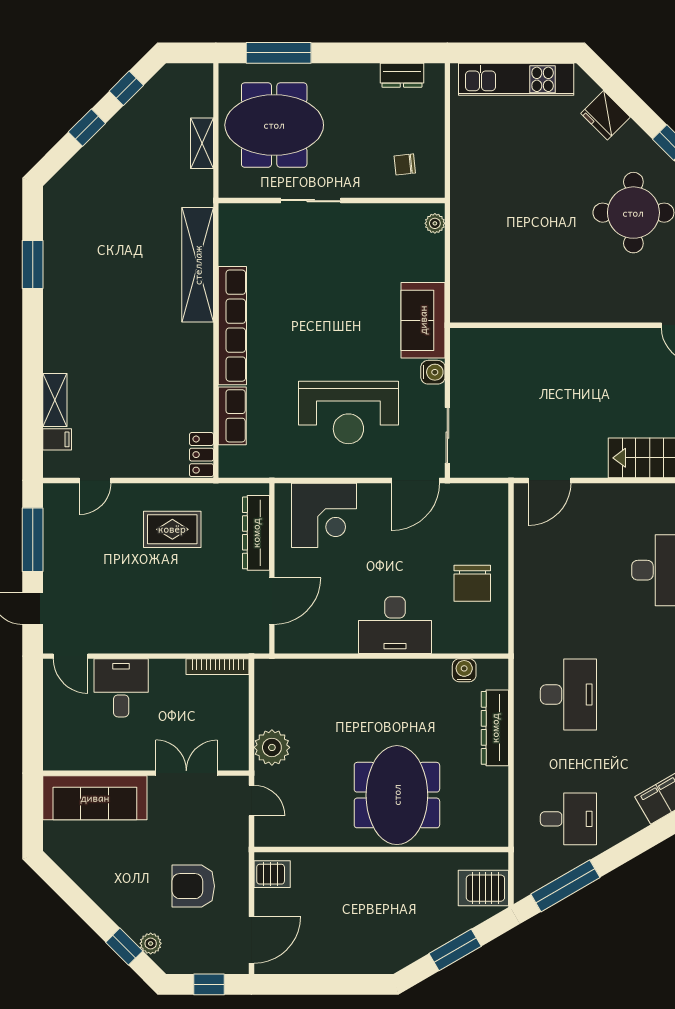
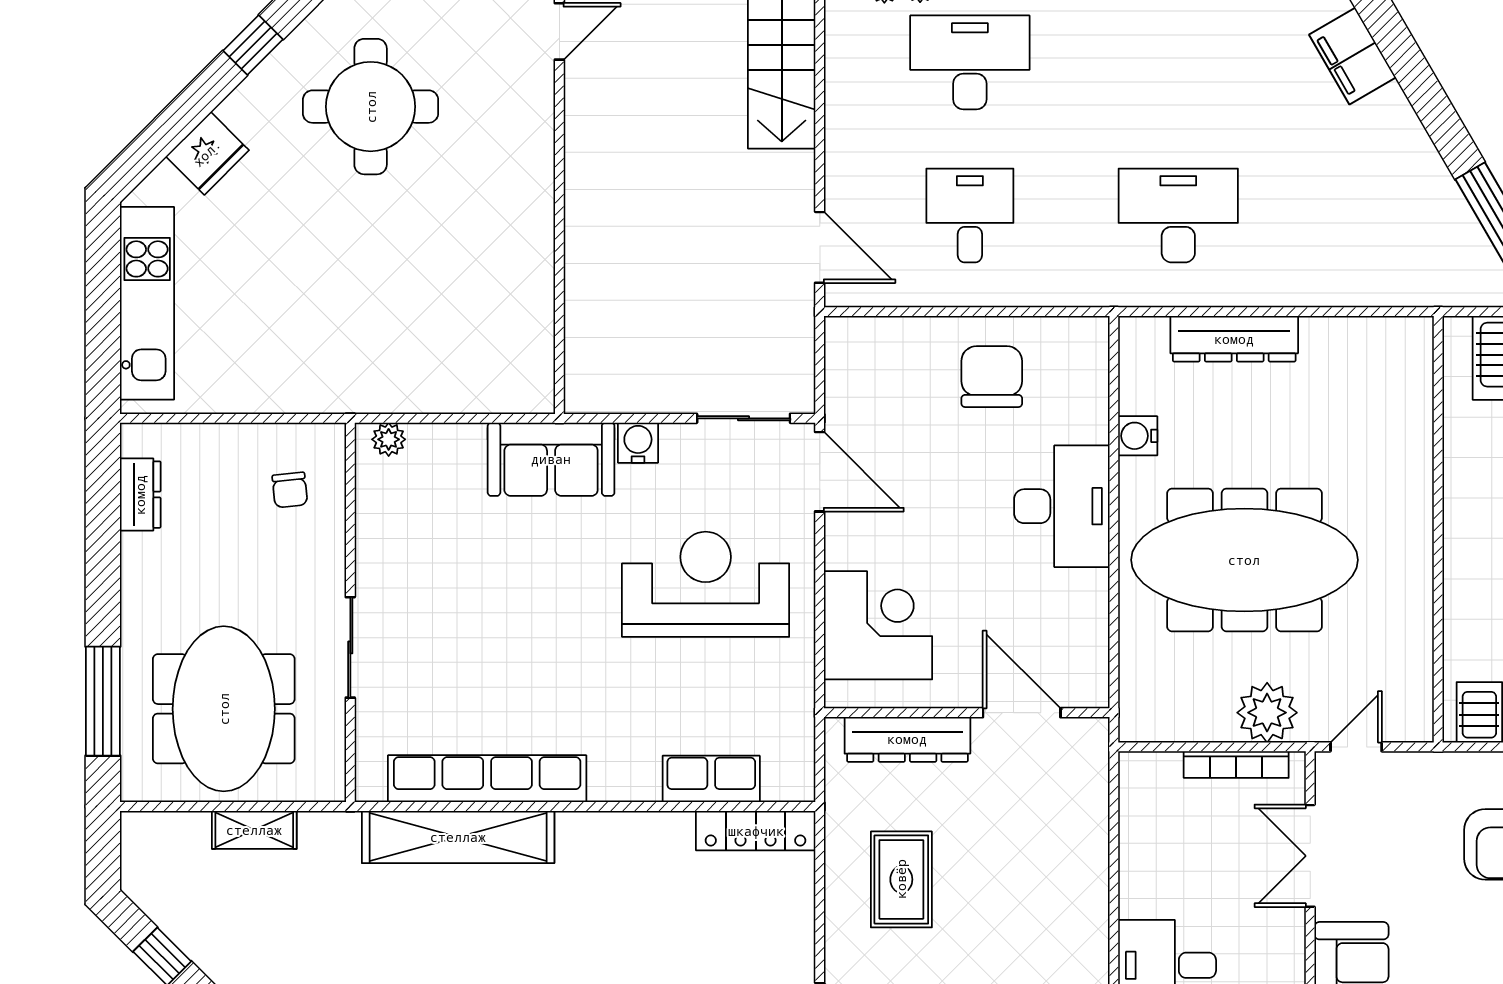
row of seats: (232, 326) -> (487, 779), moved
reception desk: (348, 413) -> (706, 584), turned -90
locker: (201, 455) -> (756, 831), width x1.53
chair: (472, 583) -> (992, 377), turned -90
bookcase: (218, 667) -> (1236, 765), moved, turned 90
water cooler: (464, 670) -> (1138, 436), moved
meeting table: (397, 795) -> (1244, 560), moved, width x1.36
desk: (568, 819) -> (970, 215), moved

